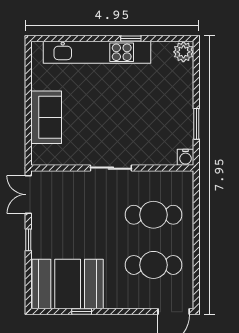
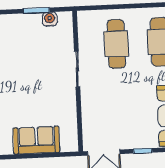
water cooler: (186, 157) -> (50, 19), moved, turned -90
sliding door: (111, 168) -> (77, 69), moved

